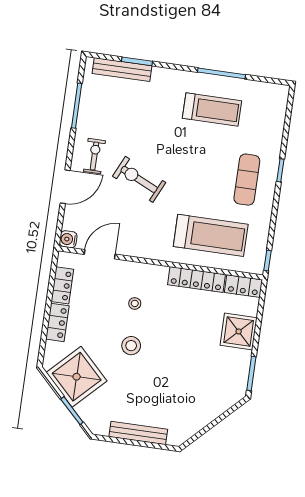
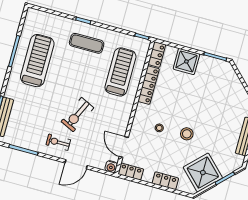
treadmill: (212, 109) -> (37, 61), width x1.37, depth x1.38
door: (65, 187) -> (76, 164), swing flipped
locker: (62, 285) -> (131, 172), moved

